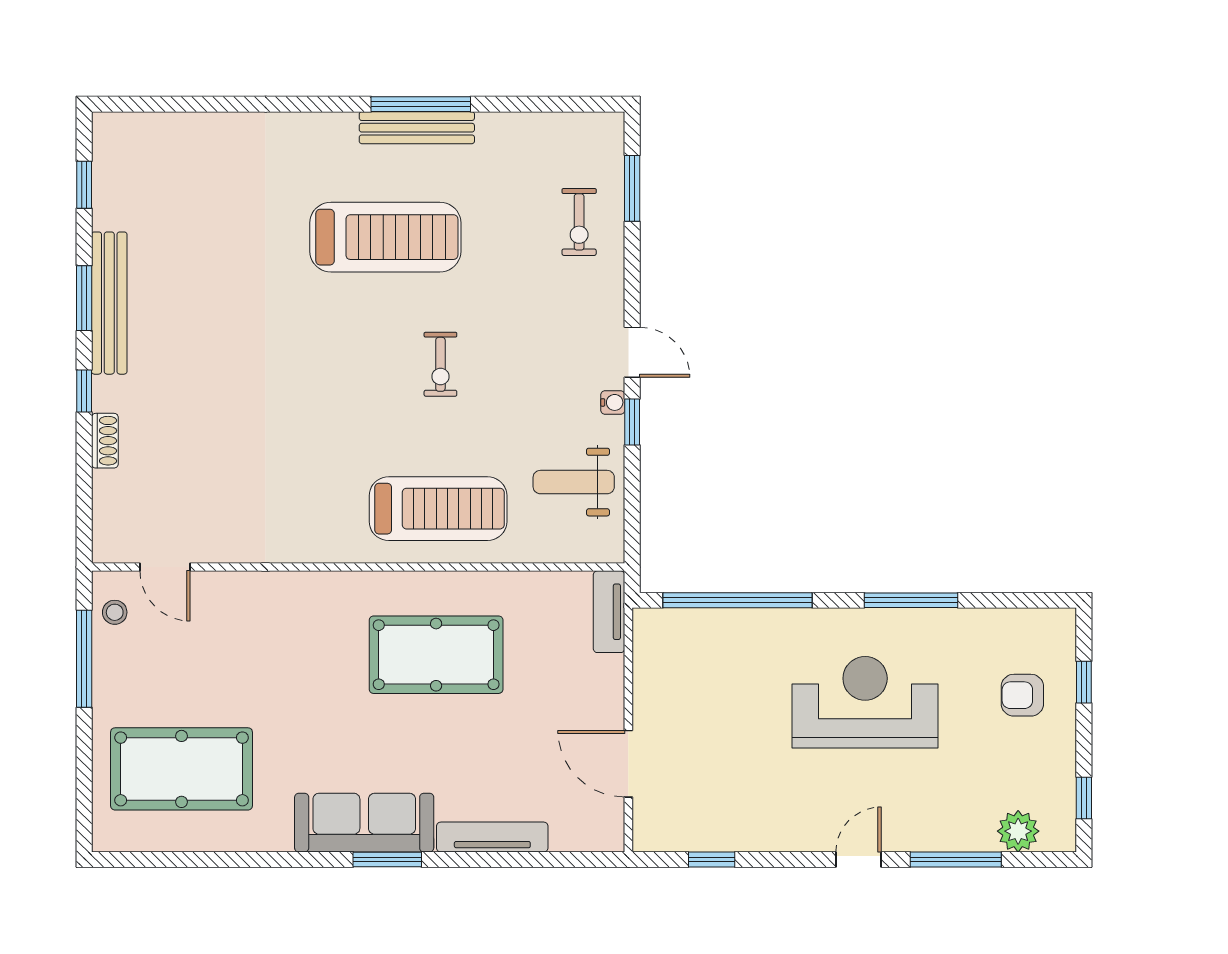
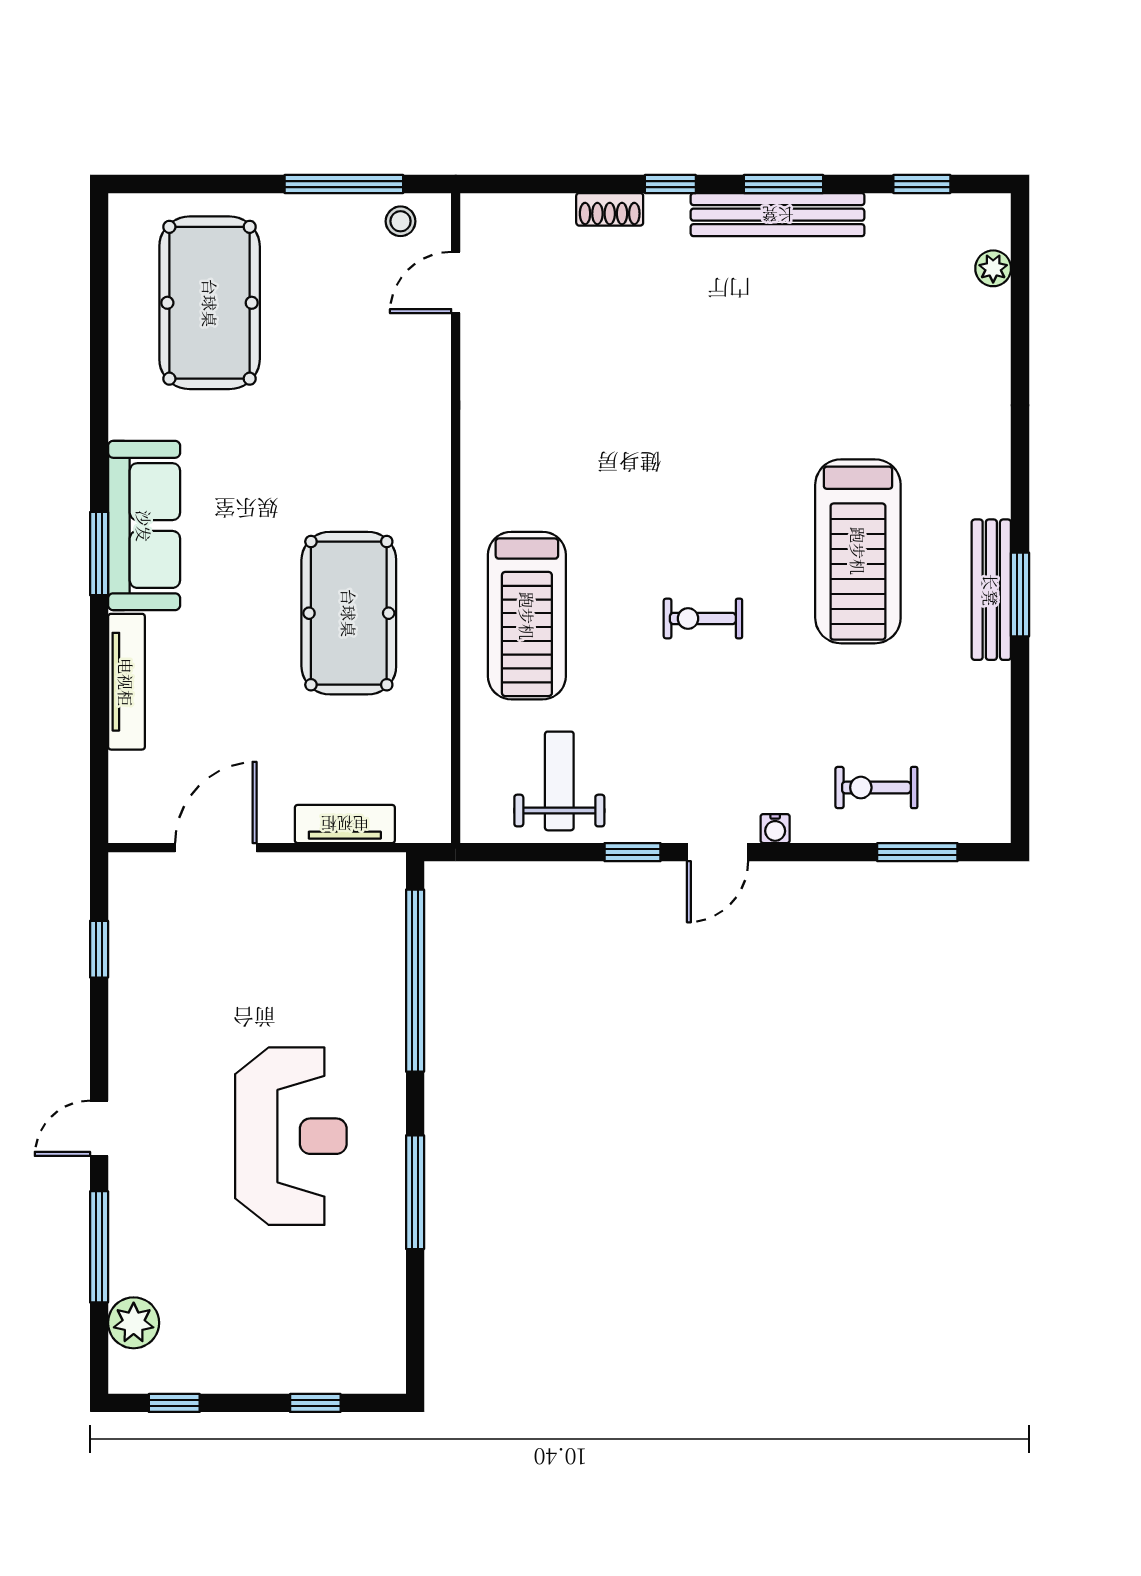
window: (421, 104) -> (1020, 594), width x0.69
plant: (153, 126) -> (993, 268), added
water cooler: (613, 402) -> (775, 829), moved
tv unit: (609, 612) -> (345, 824), moved
armchair: (1022, 695) -> (299, 1328), removed
door: (859, 860) -> (99, 1128), swing flipped

